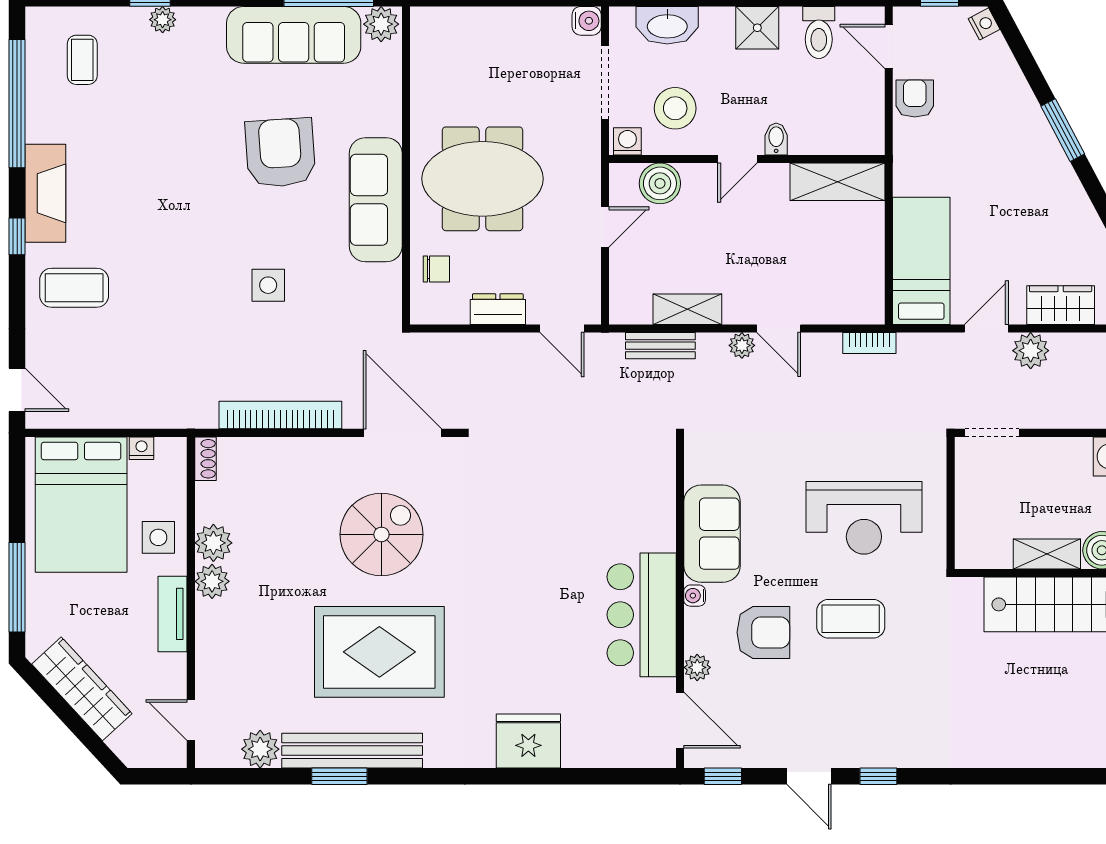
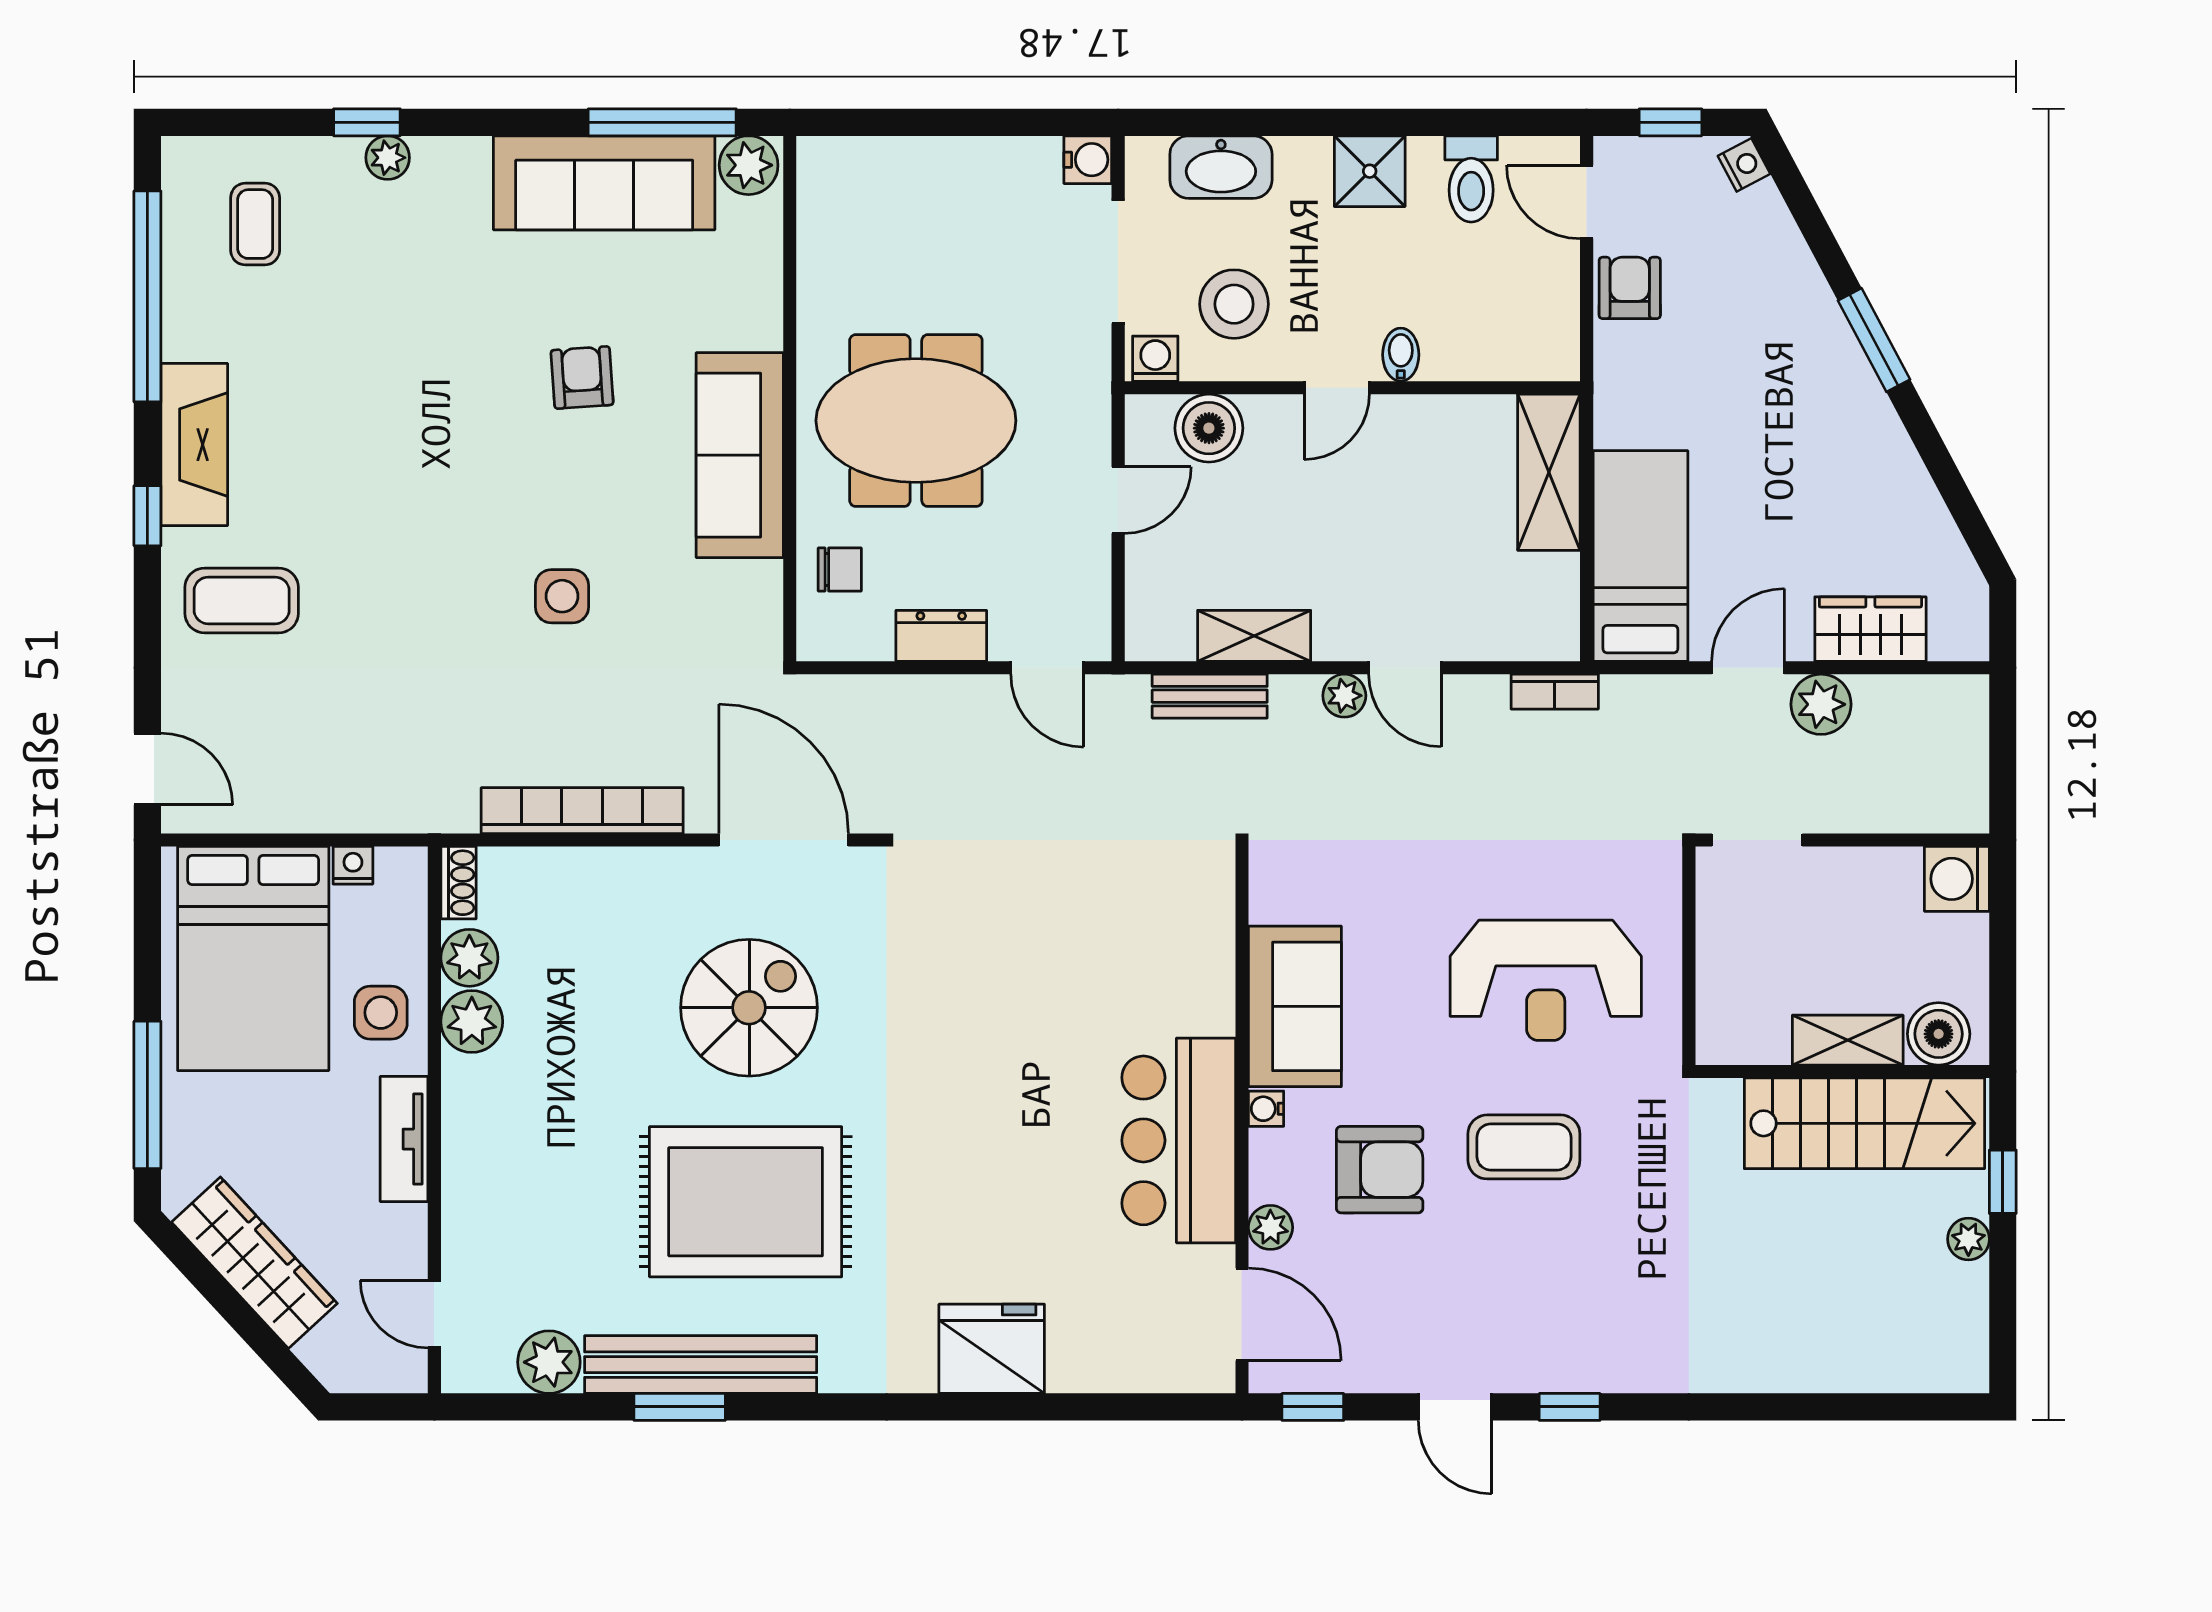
armchair: (280, 153) -> (582, 377), width x0.53, depth x0.53
shelving: (837, 182) -> (1549, 472), moved, turned 90
plant: (212, 581) -> (469, 958), moved

